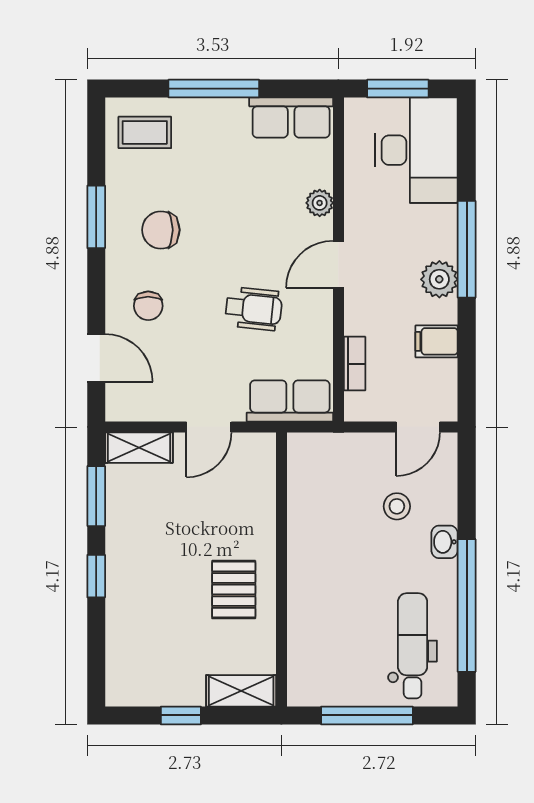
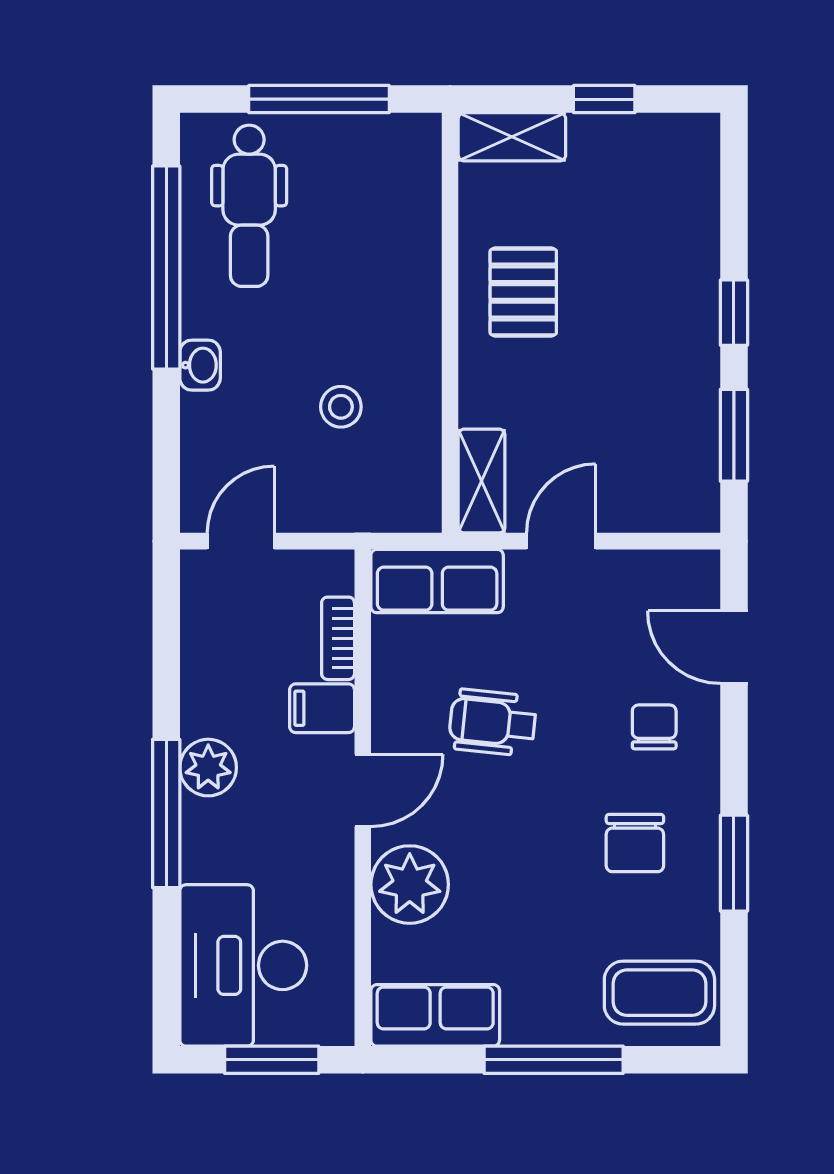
coffee table: (145, 132) -> (659, 993), width x1.36, depth x1.30
plant: (320, 203) -> (410, 885), width x1.88, depth x1.88
chair: (161, 230) -> (635, 843), turned 90
filing cabinet: (437, 341) -> (322, 708), moved, turned 180
shelving: (139, 448) -> (482, 481), moved, turned 90
stool: (397, 506) -> (341, 407), moved

